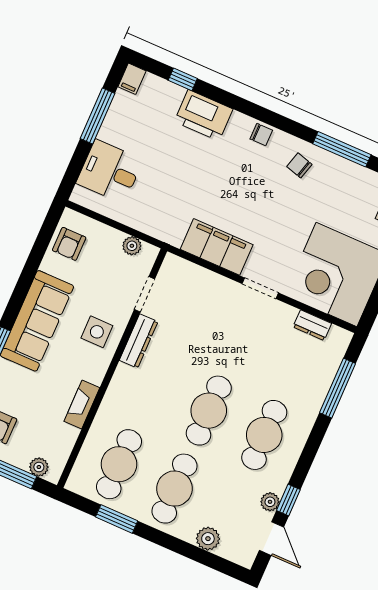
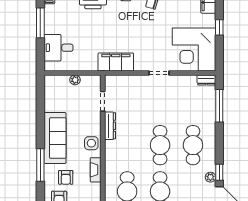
armchair: (69, 244) -> (66, 177), moved
plant: (132, 246) -> (75, 80), moved
filing cabinet: (217, 247) -> (116, 62), moved
dresser: (312, 325) -> (206, 80), moved
side table: (97, 332) -> (91, 143), moved

